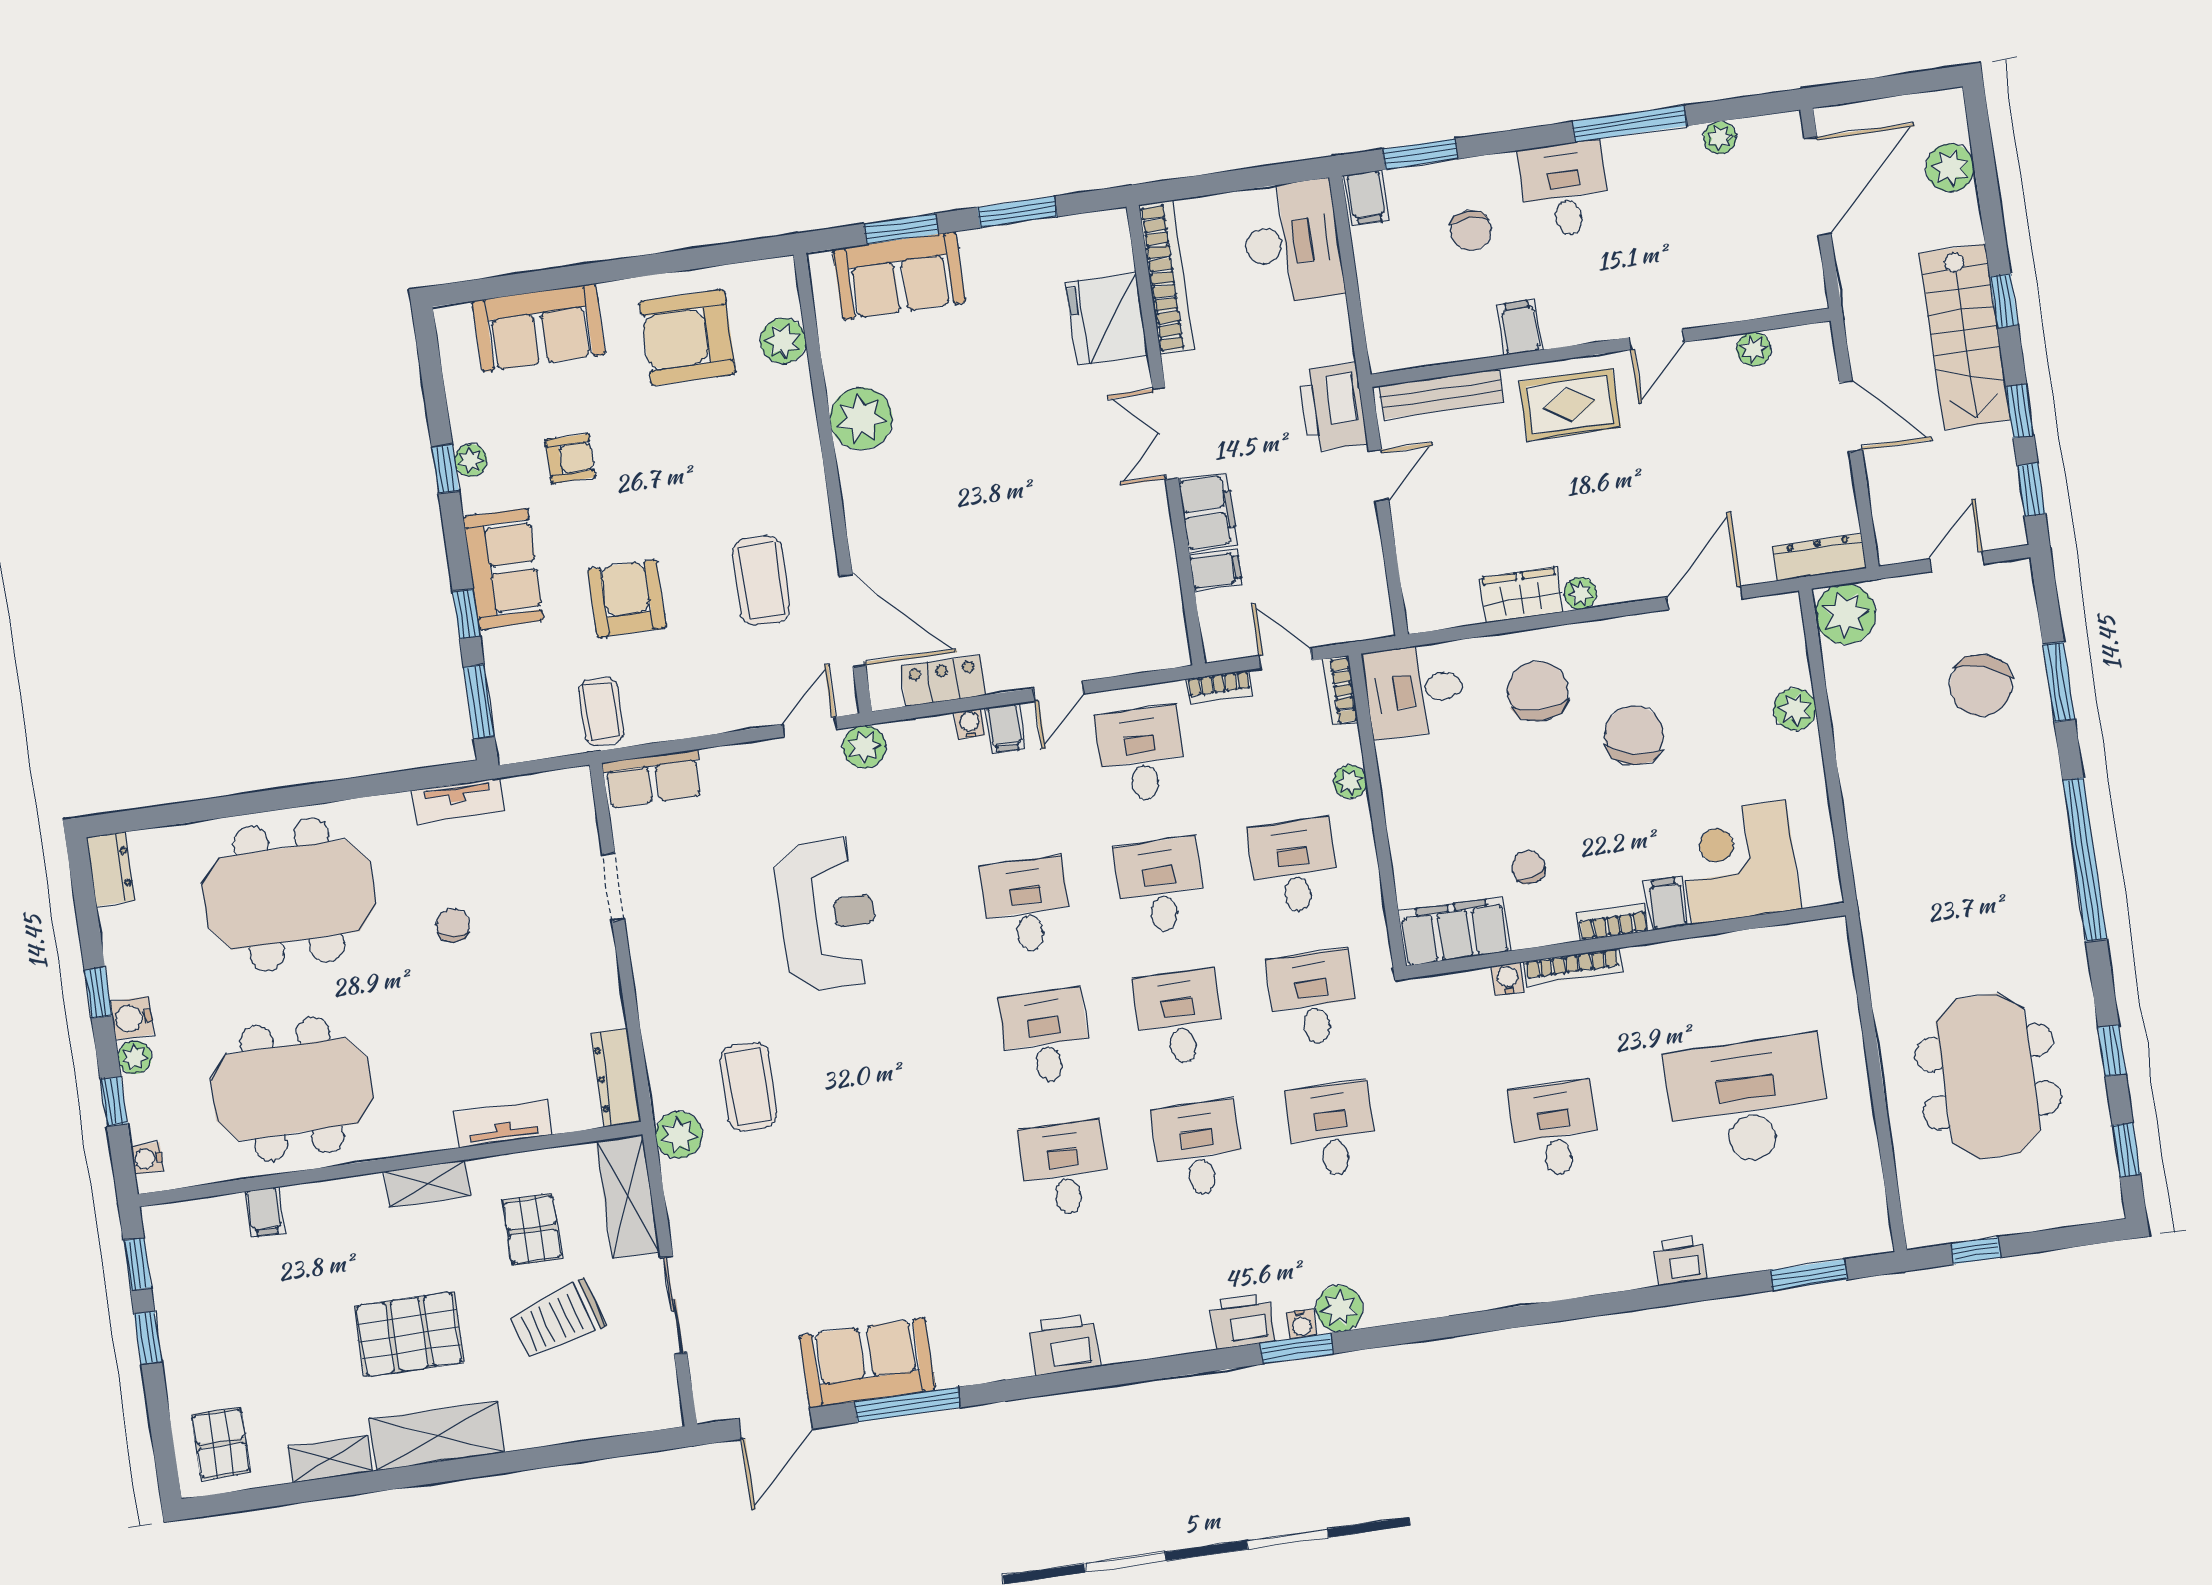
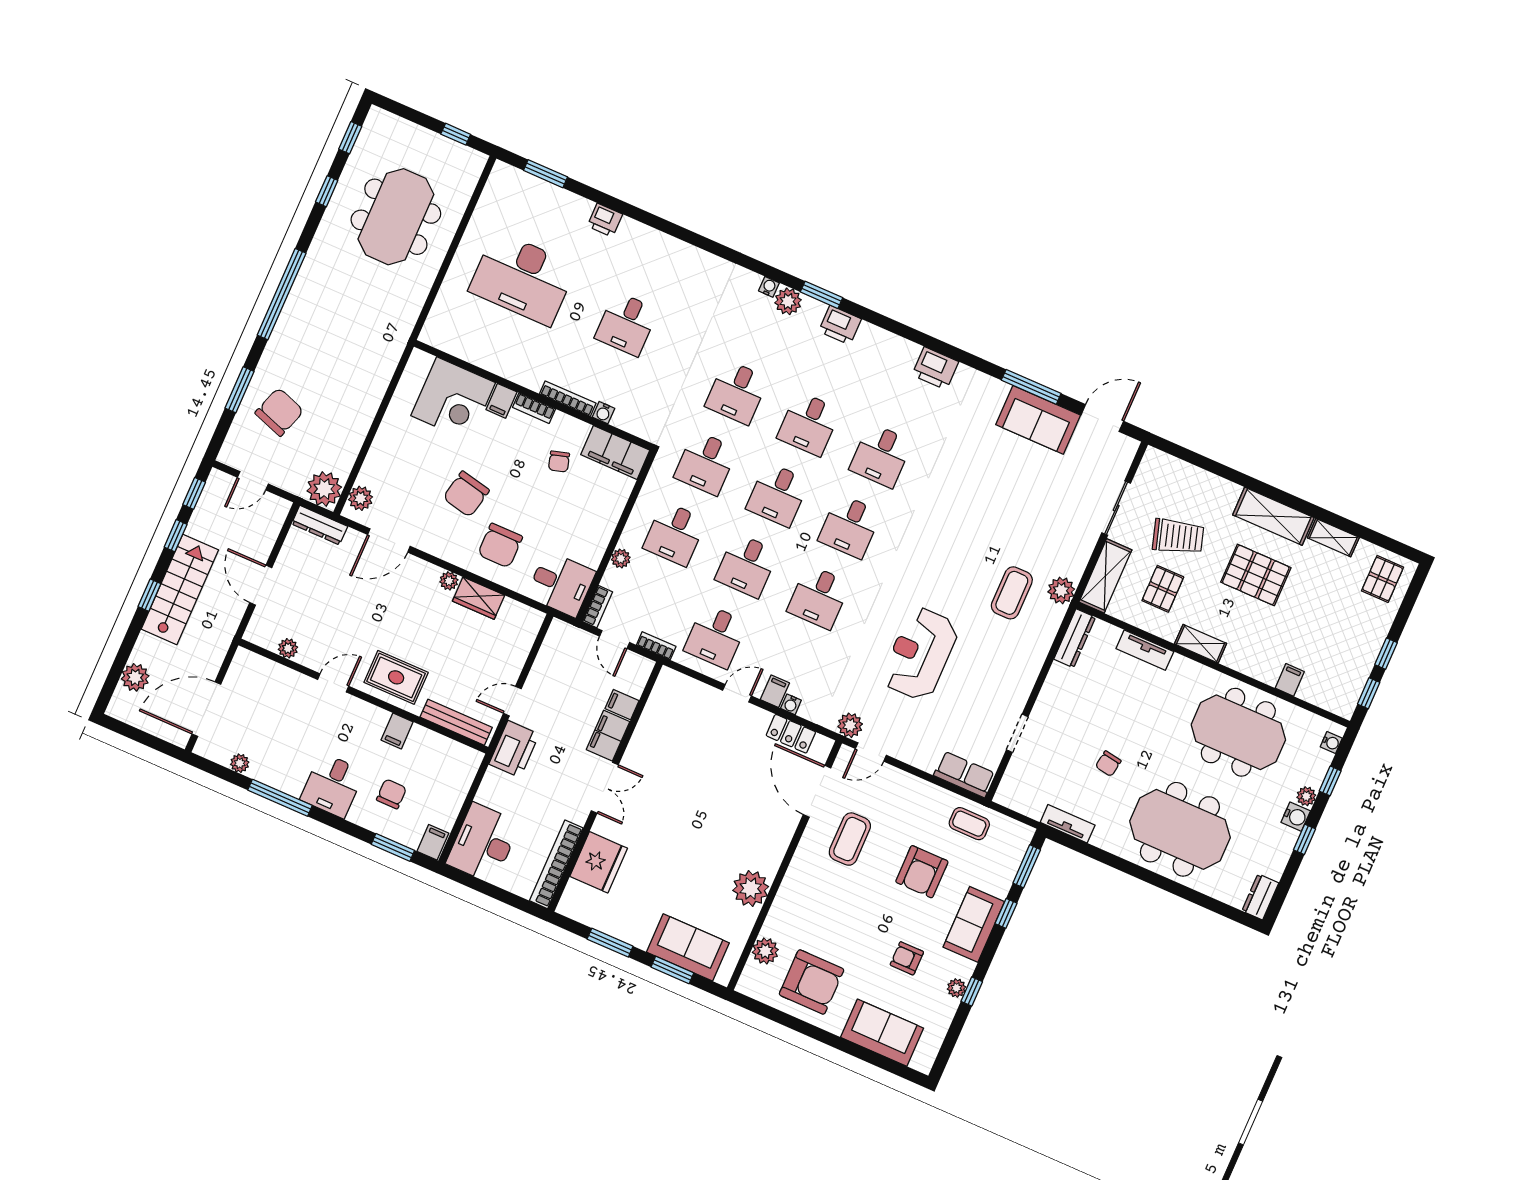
plant: (1795, 709) -> (361, 498), moved
coffee table: (601, 712) -> (969, 824), turned 90
water cooler: (1301, 1324) -> (769, 287), moved

